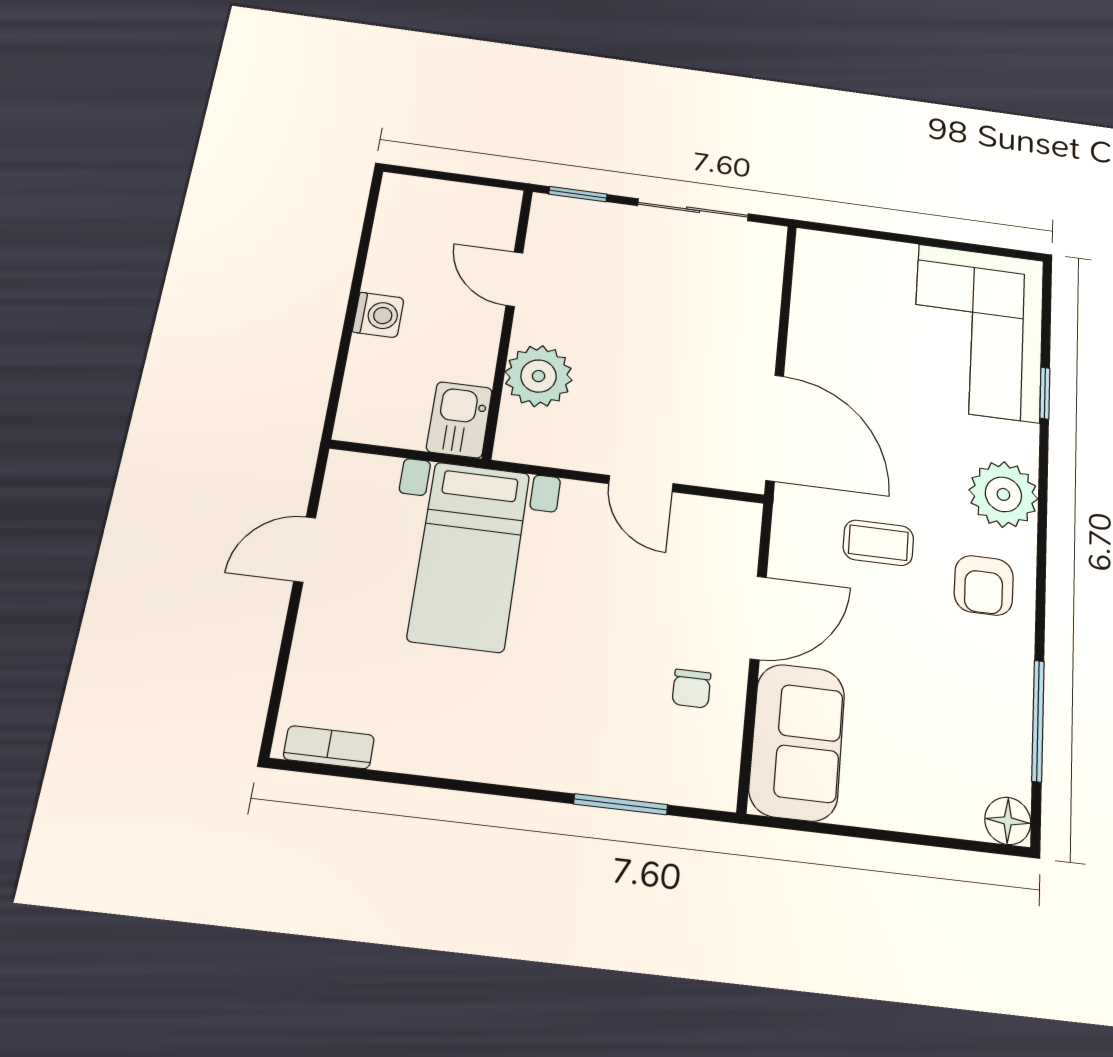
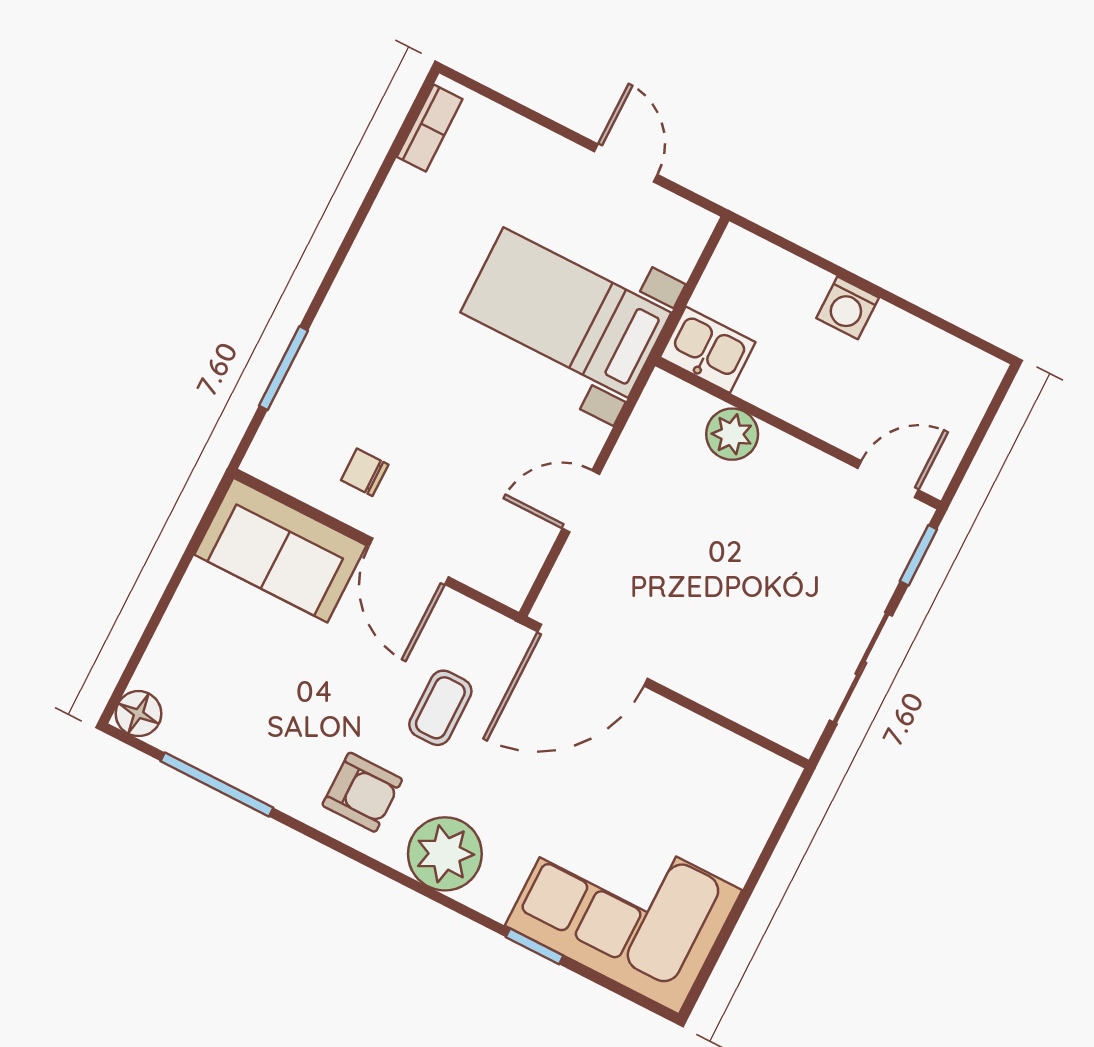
door: (514, 279) -> (888, 479), moved
plant: (539, 376) -> (732, 434), width x0.73, depth x0.73
armchair: (984, 585) -> (362, 792), turned 180

